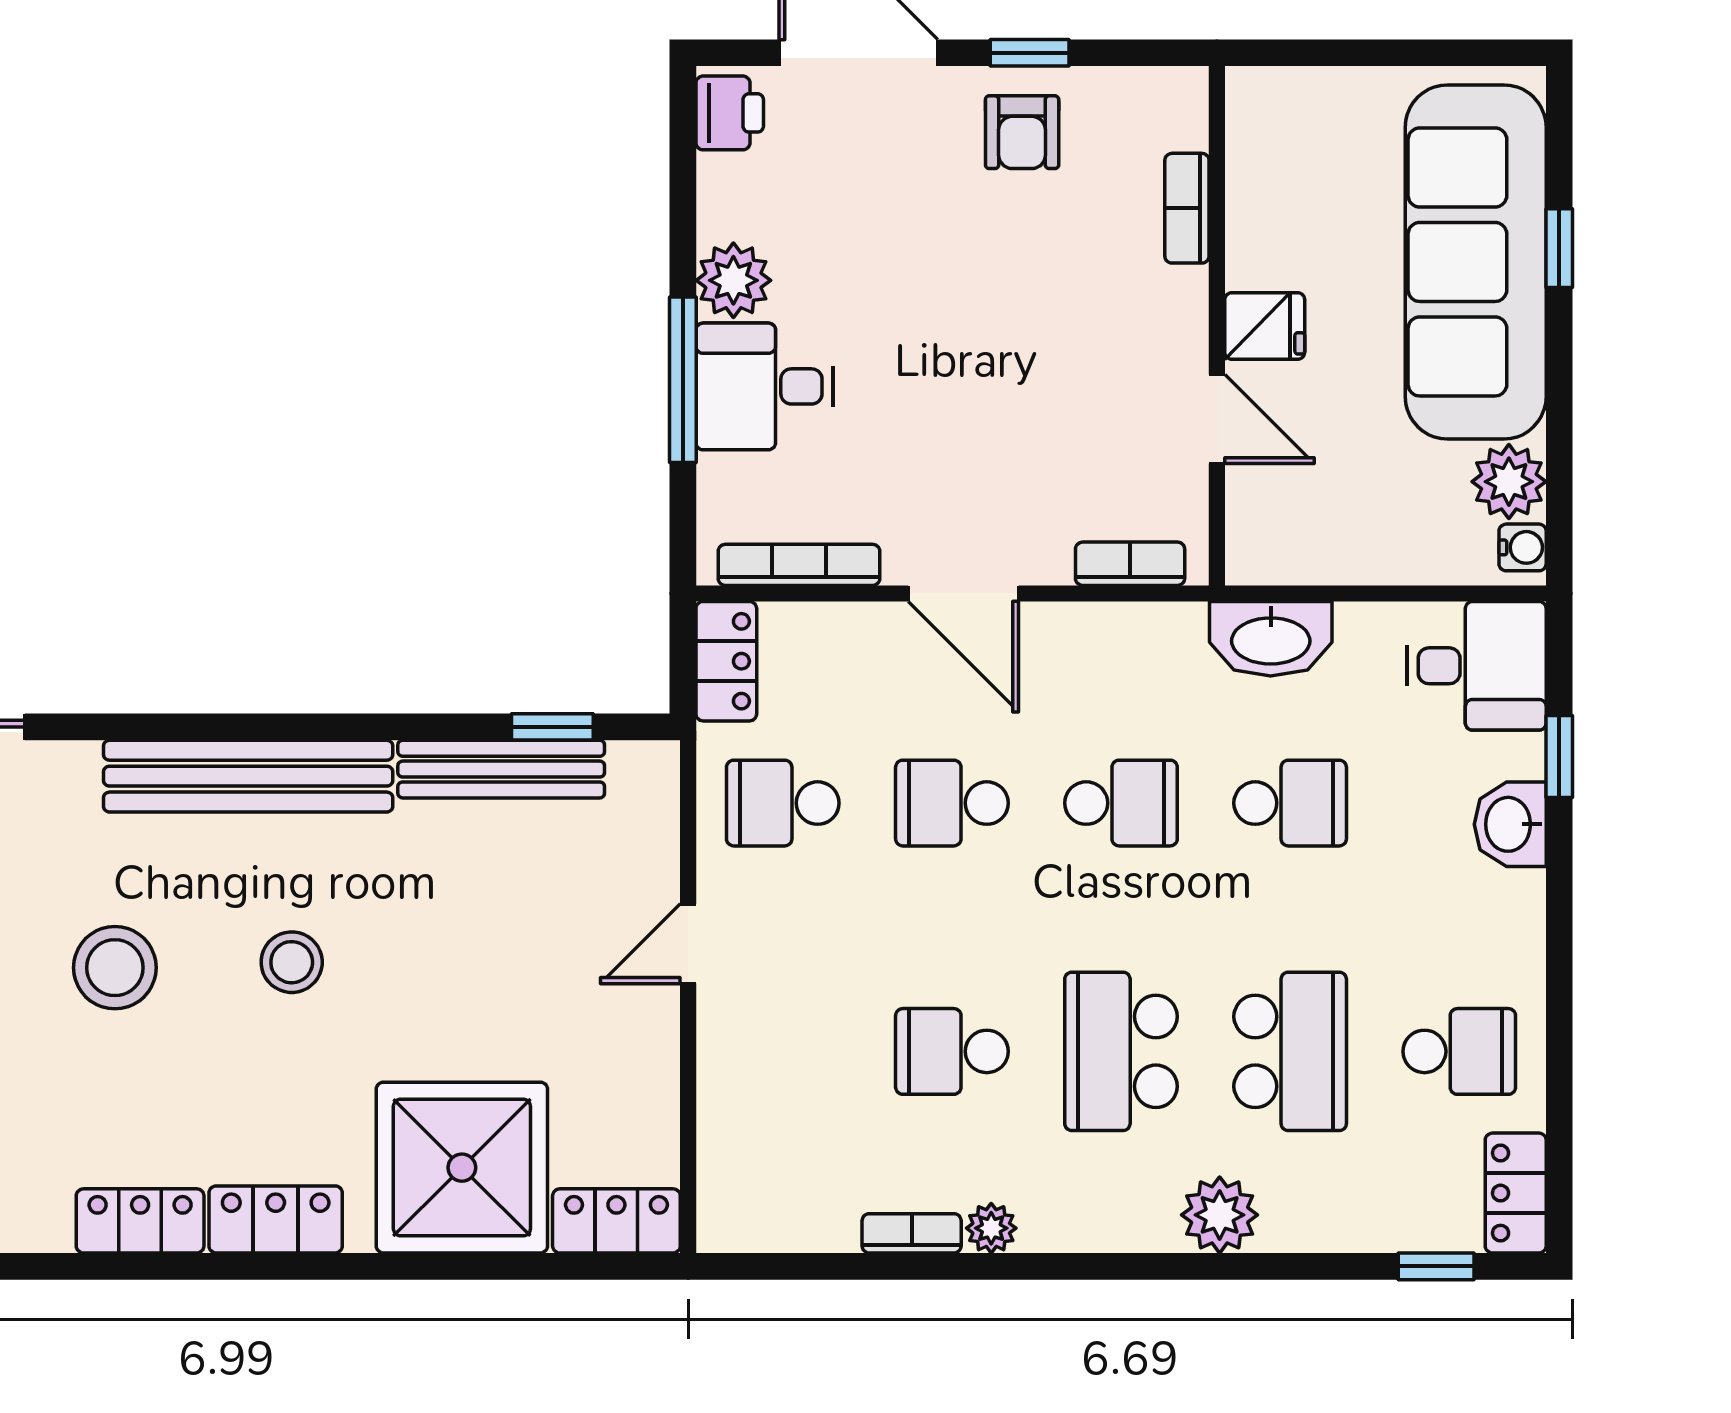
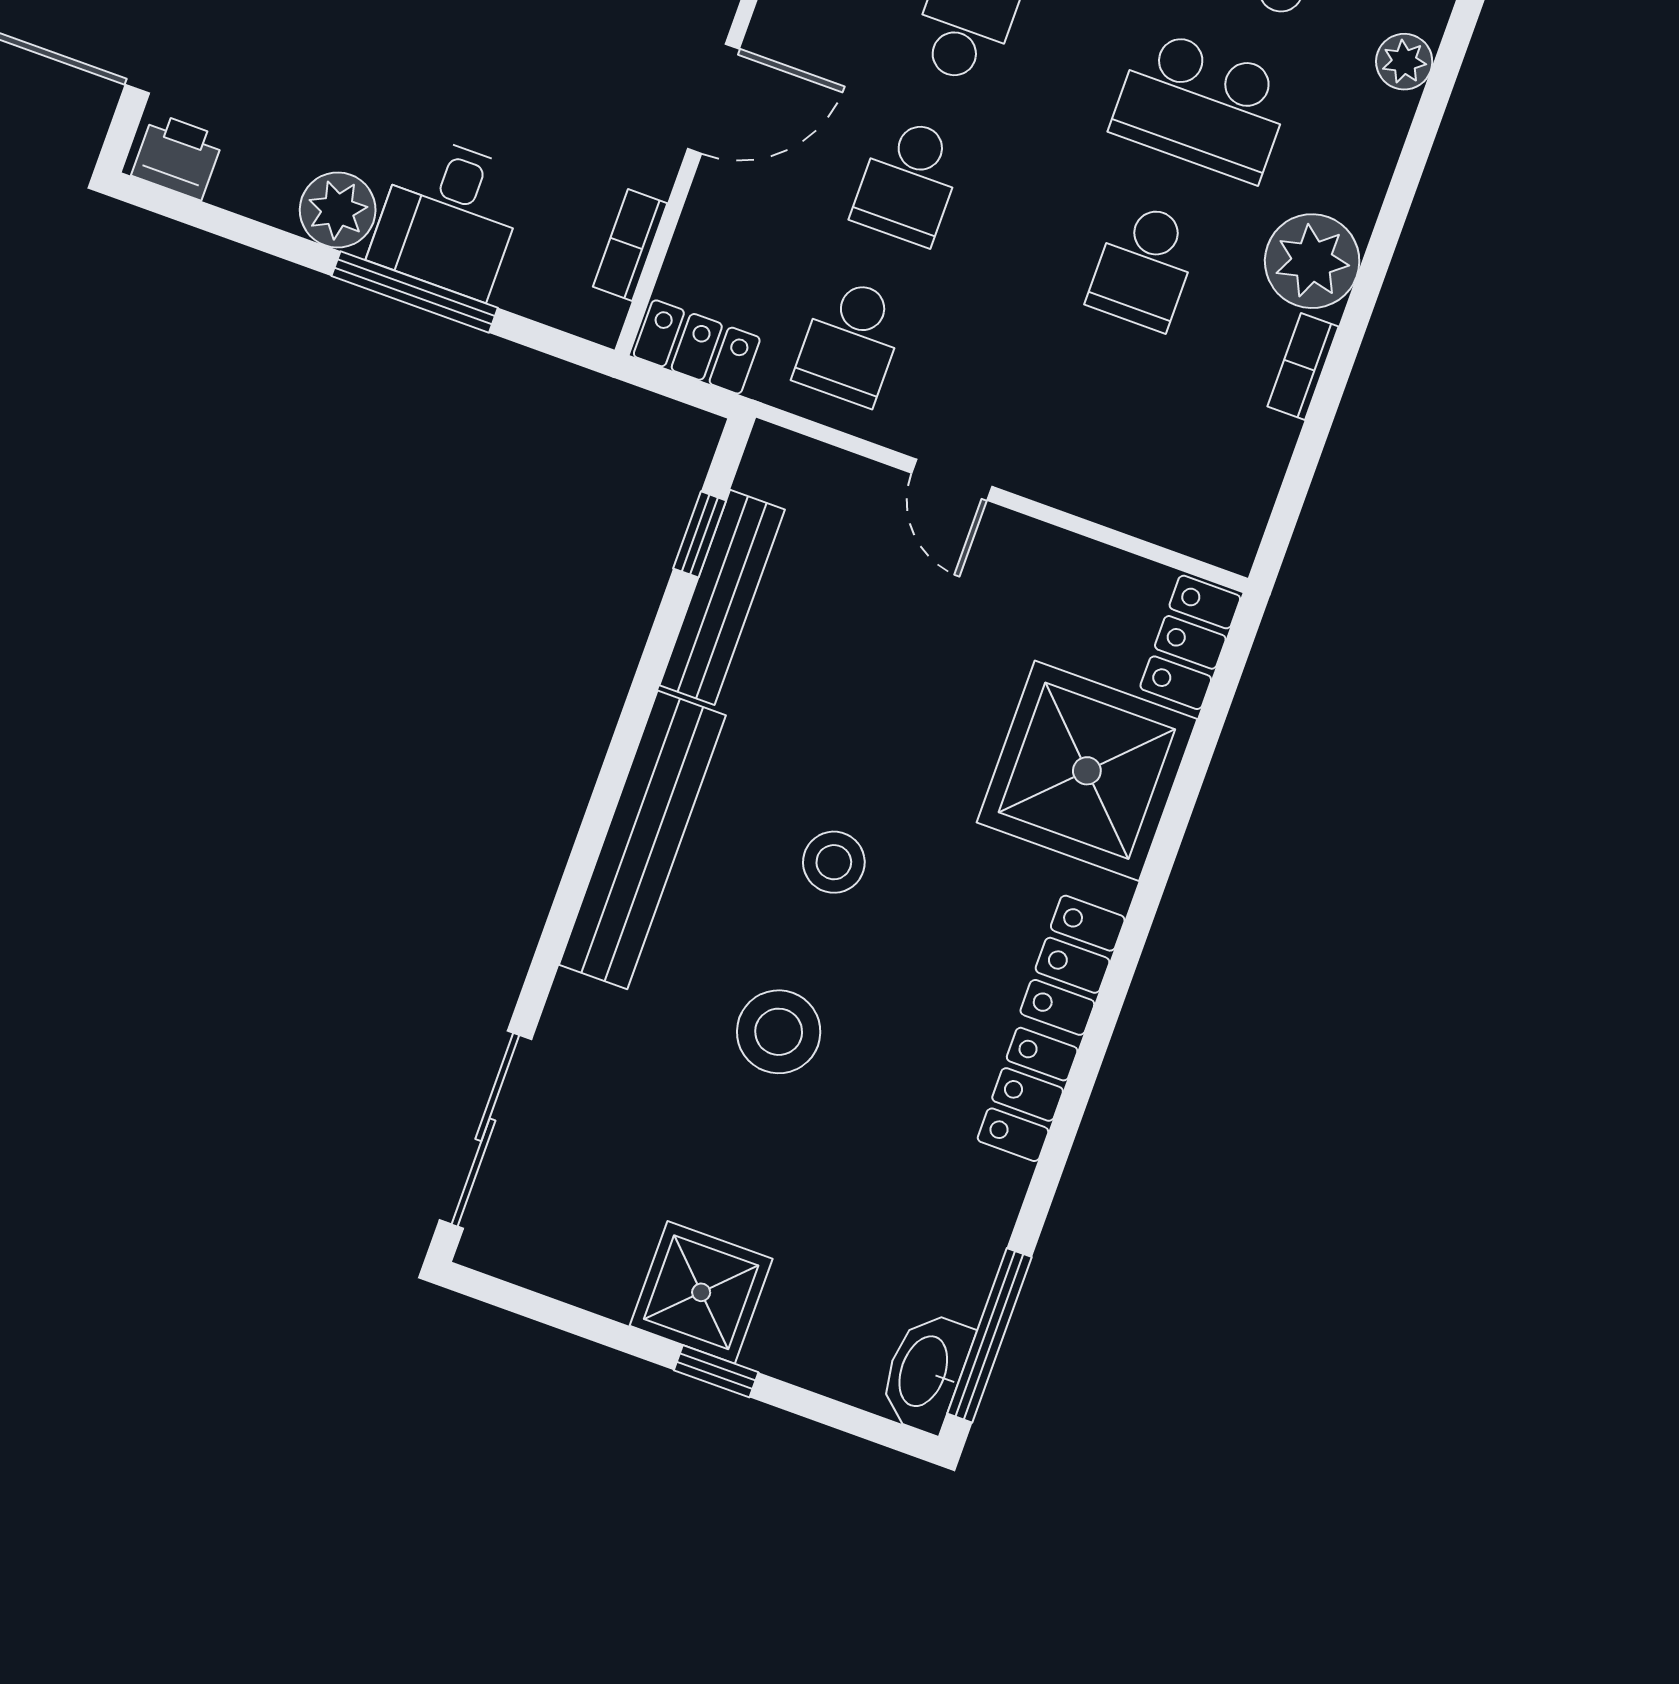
bookcase: (799, 565) -> (630, 245), width x0.64
plant: (1220, 1215) -> (1404, 62), width x0.73, depth x0.73
plant: (991, 1228) -> (1312, 261), width x1.88, depth x1.88

